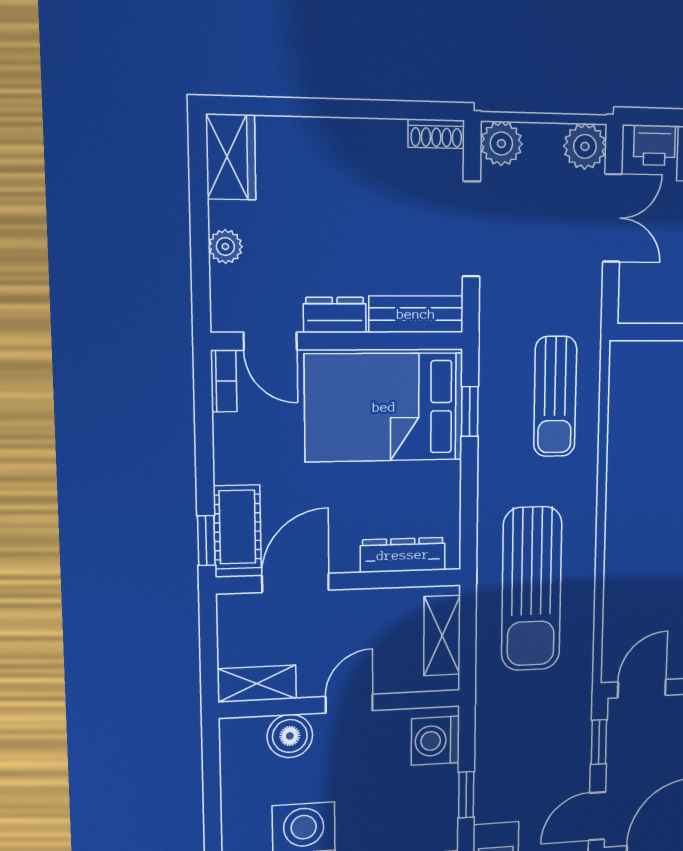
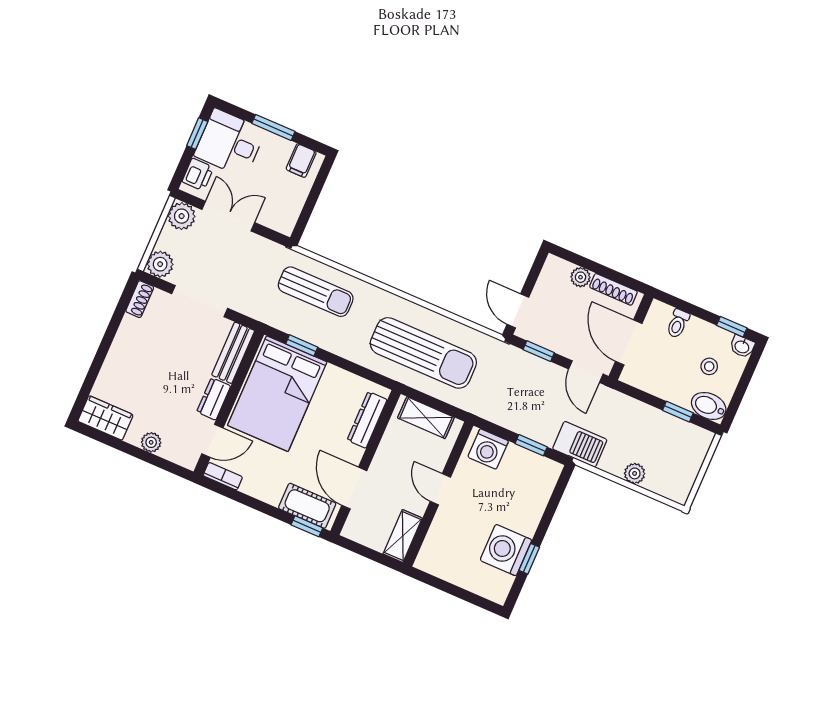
boiler: (290, 736) -> (443, 532), removed

